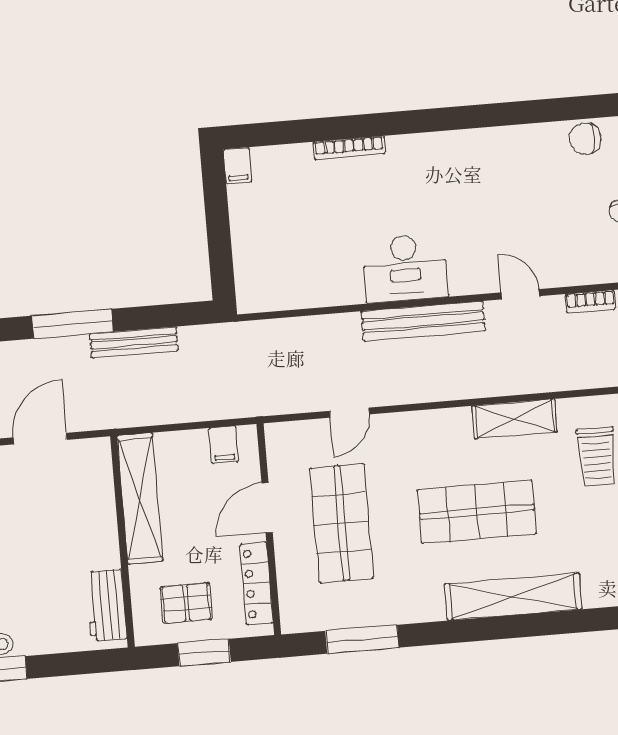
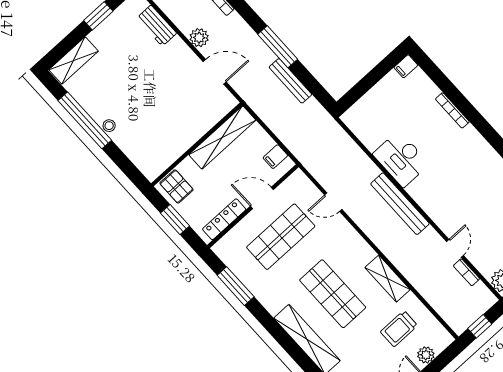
desk: (405, 268) -> (401, 159), moved
door: (520, 294) -> (455, 248), moved
pallet: (186, 603) -> (176, 186), moved
workbench: (106, 605) -> (163, 159), removed

